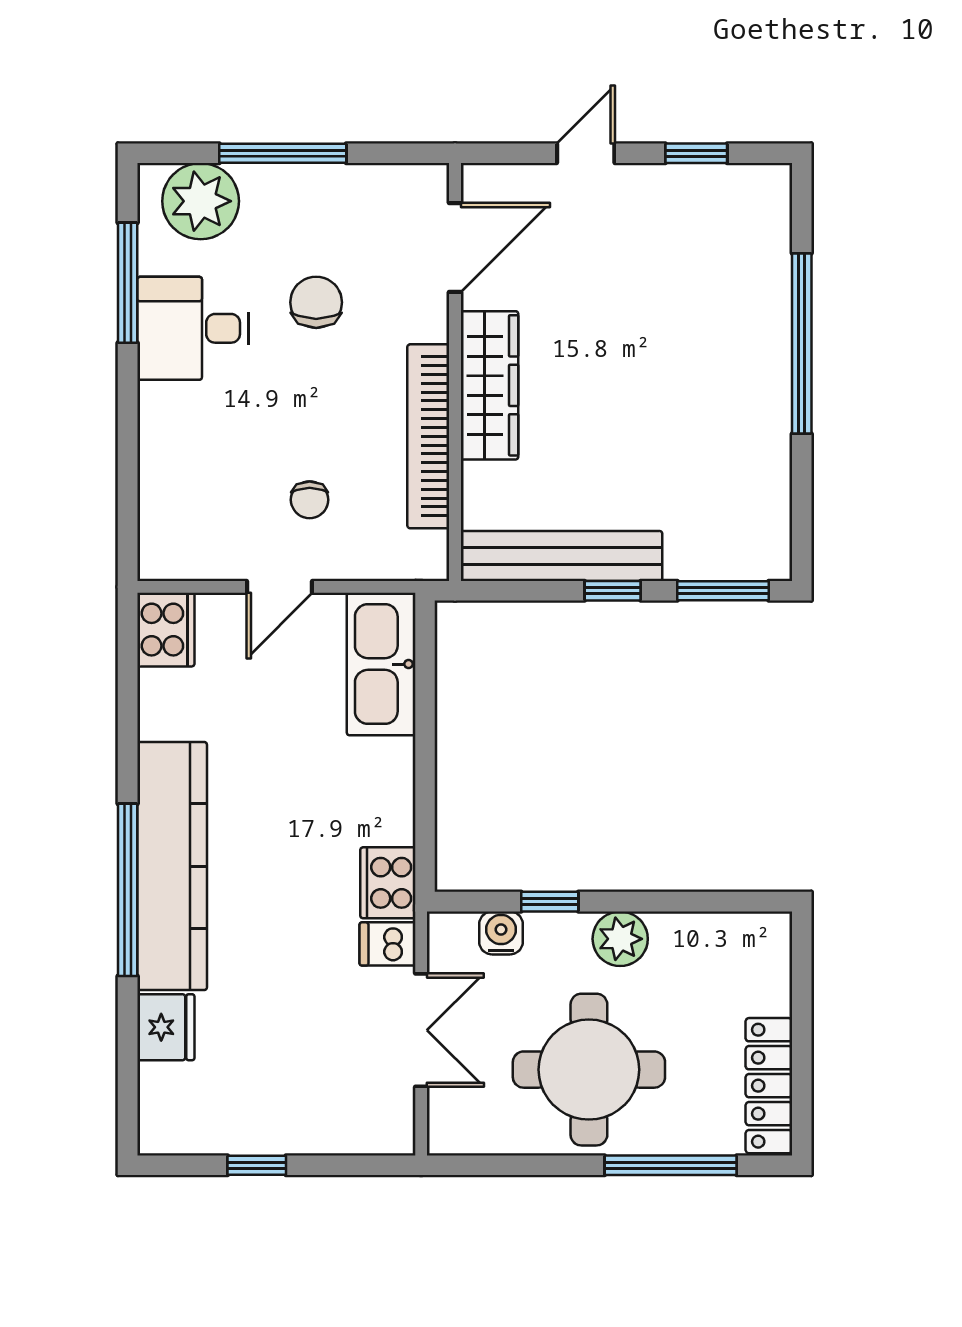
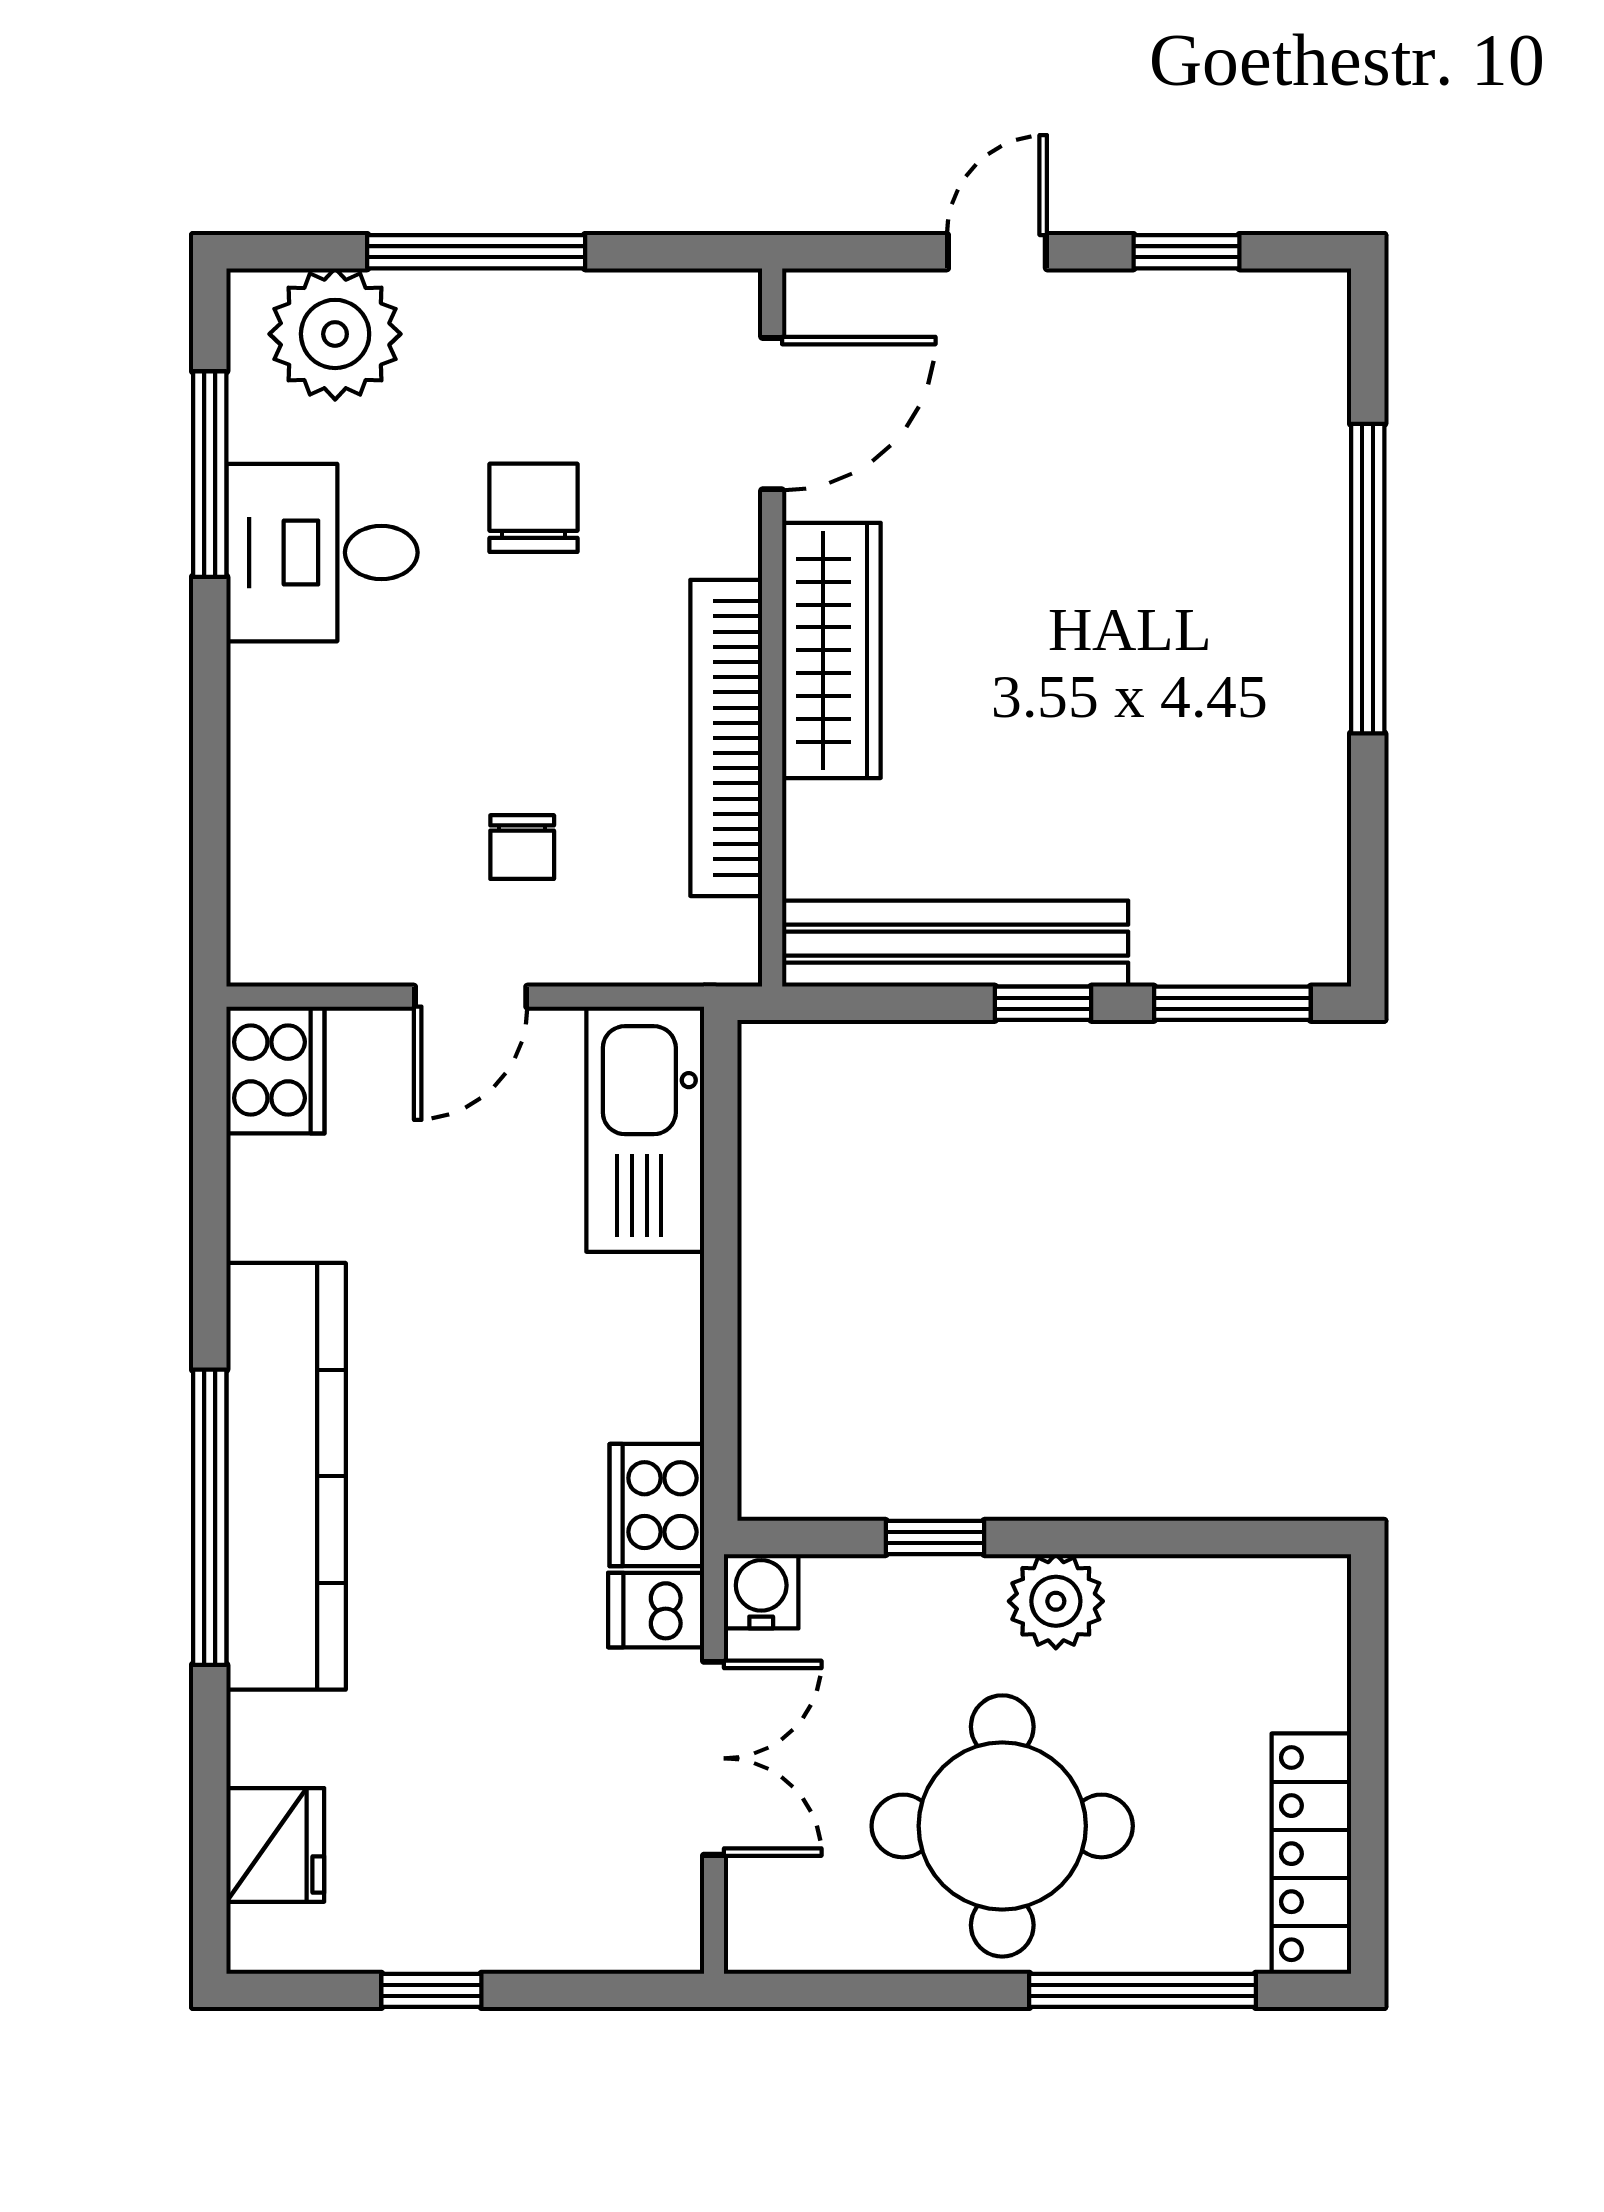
water cooler: (501, 933) -> (761, 1591), moved
fridge: (166, 1027) -> (275, 1845), moved

